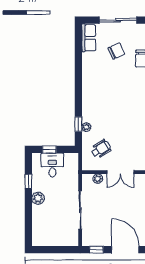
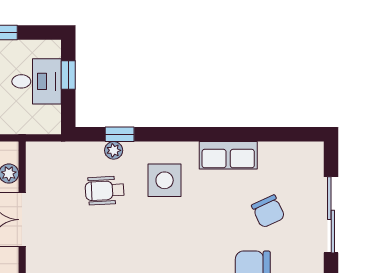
row of seats: (89, 38) -> (228, 155), moved
side table: (101, 102) -> (165, 180), added
wheelchair: (101, 149) -> (105, 191), moved, turned 119

